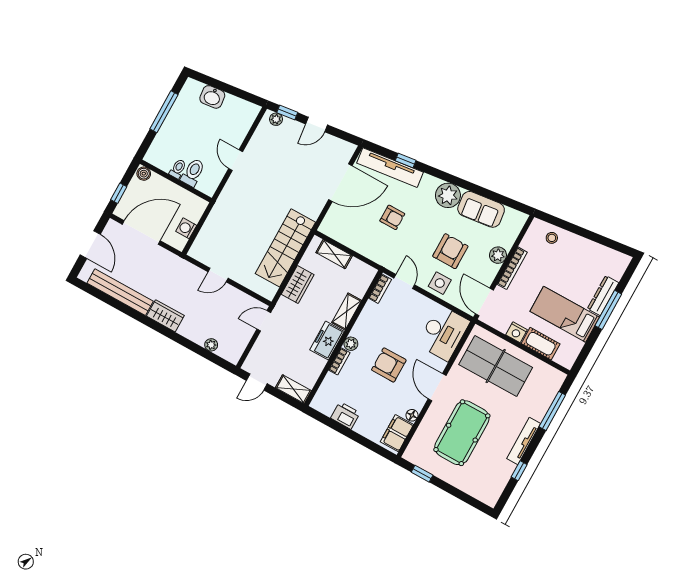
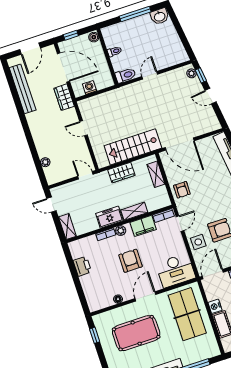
washbasin: (212, 97) -> (160, 16), moved, turned -83
toilet: (193, 172) -> (125, 75), moved
door: (340, 183) -> (180, 144), moved
armchair: (392, 217) -> (182, 190), moved
wardrobe: (165, 316) -> (64, 97), moved, turned 180
filing cabinet: (397, 433) -> (143, 226), moved, turned 180

